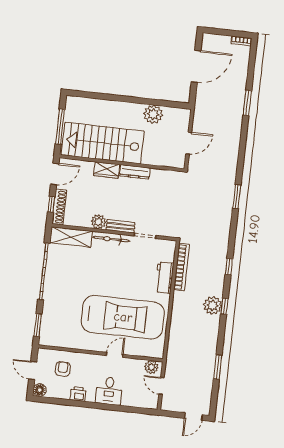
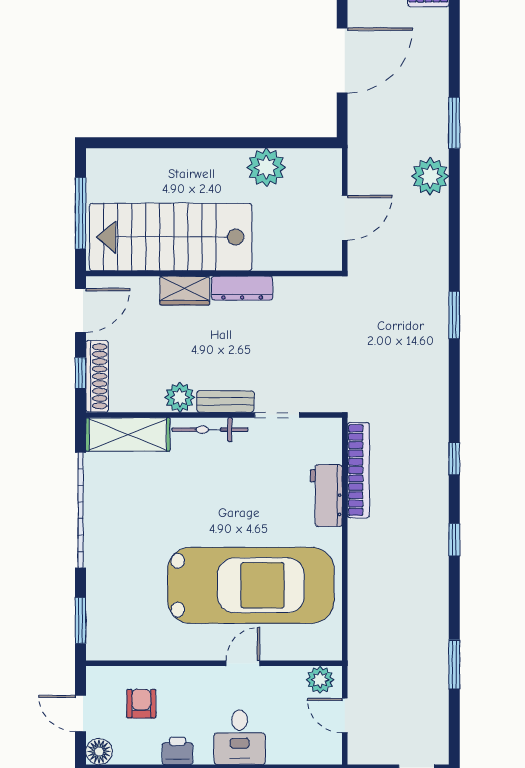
plant: (213, 305) -> (430, 176), moved

